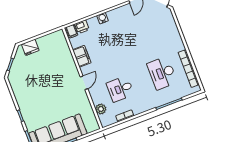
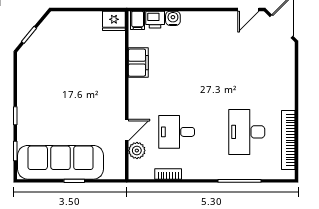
water cooler: (102, 18) -> (173, 18), moved
fridge: (30, 47) -> (114, 21), moved
door: (84, 83) -> (127, 130), moved

